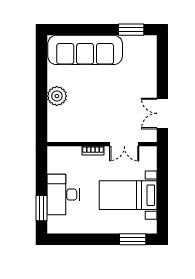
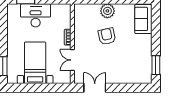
sofa: (85, 50) -> (143, 19), width x0.54, depth x0.79
armchair: (92, 97) -> (107, 36), added

